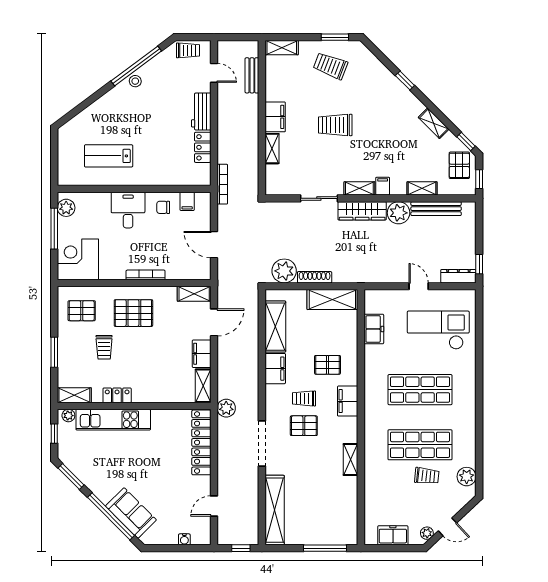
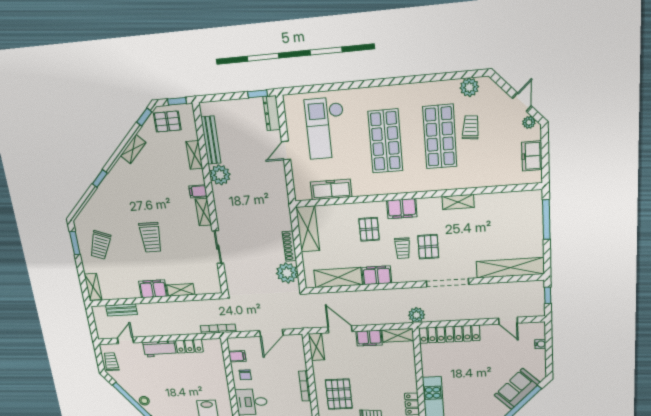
wardrobe: (362, 211) -> (223, 208), removed
freezer: (374, 329) -> (331, 189), width x1.40

